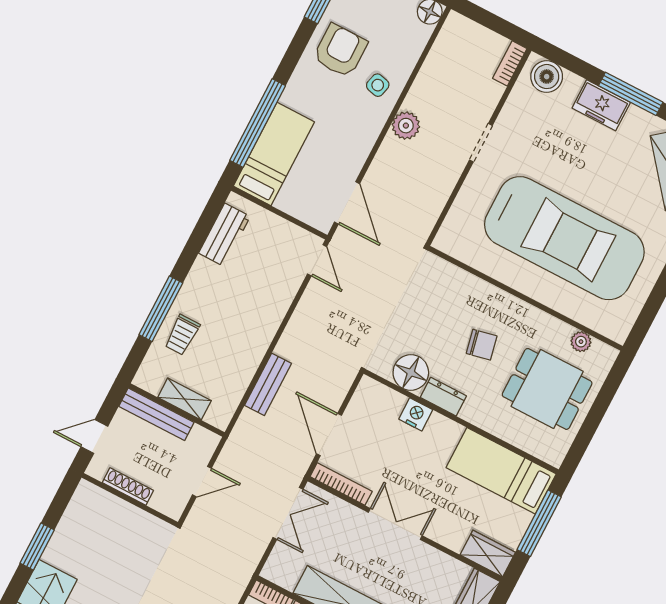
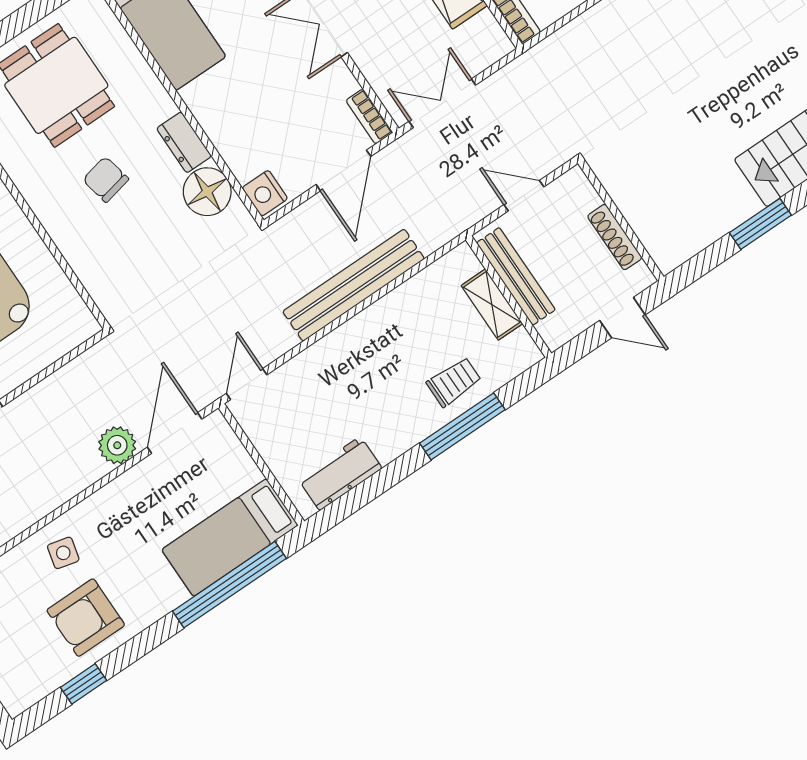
plant: (406, 126) -> (117, 445), moved
bench: (268, 384) -> (354, 285), width x1.86, depth x1.21
bench: (156, 414) -> (516, 276), moved
nightstand: (416, 414) -> (265, 193), moved
bookcase: (341, 484) -> (369, 117), width x0.64

